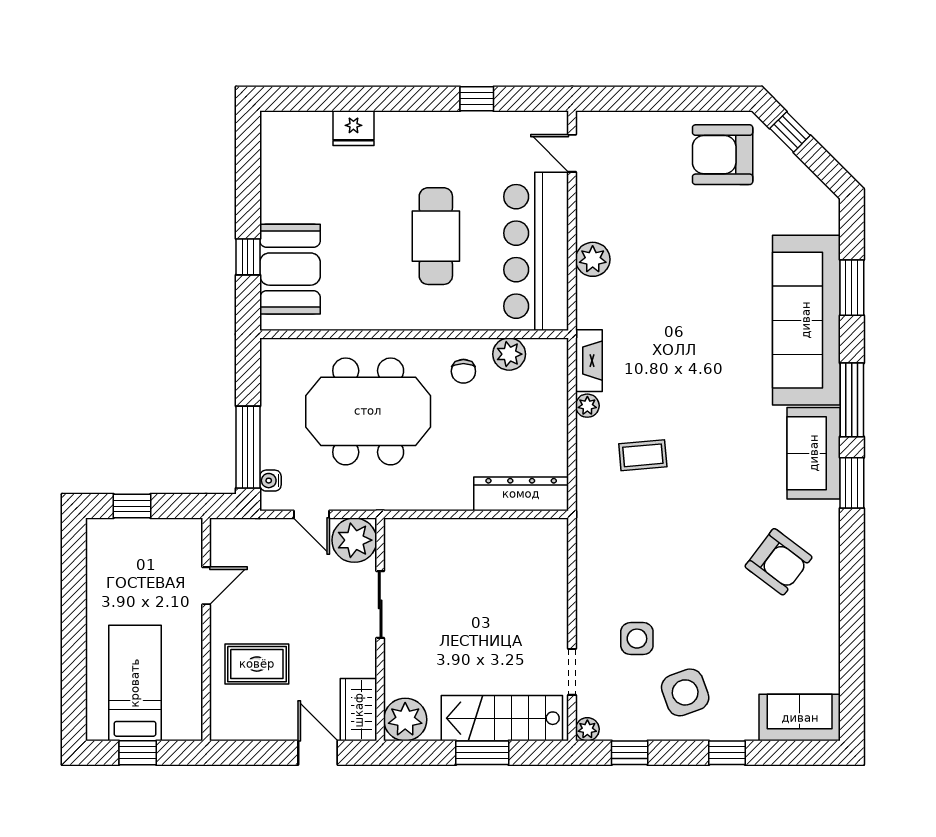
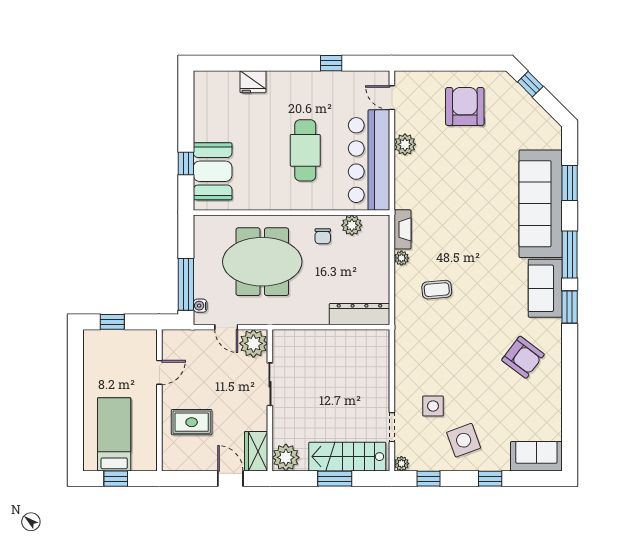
armchair: (723, 155) -> (465, 106), moved, turned 90
plant: (593, 259) -> (405, 144), moved

